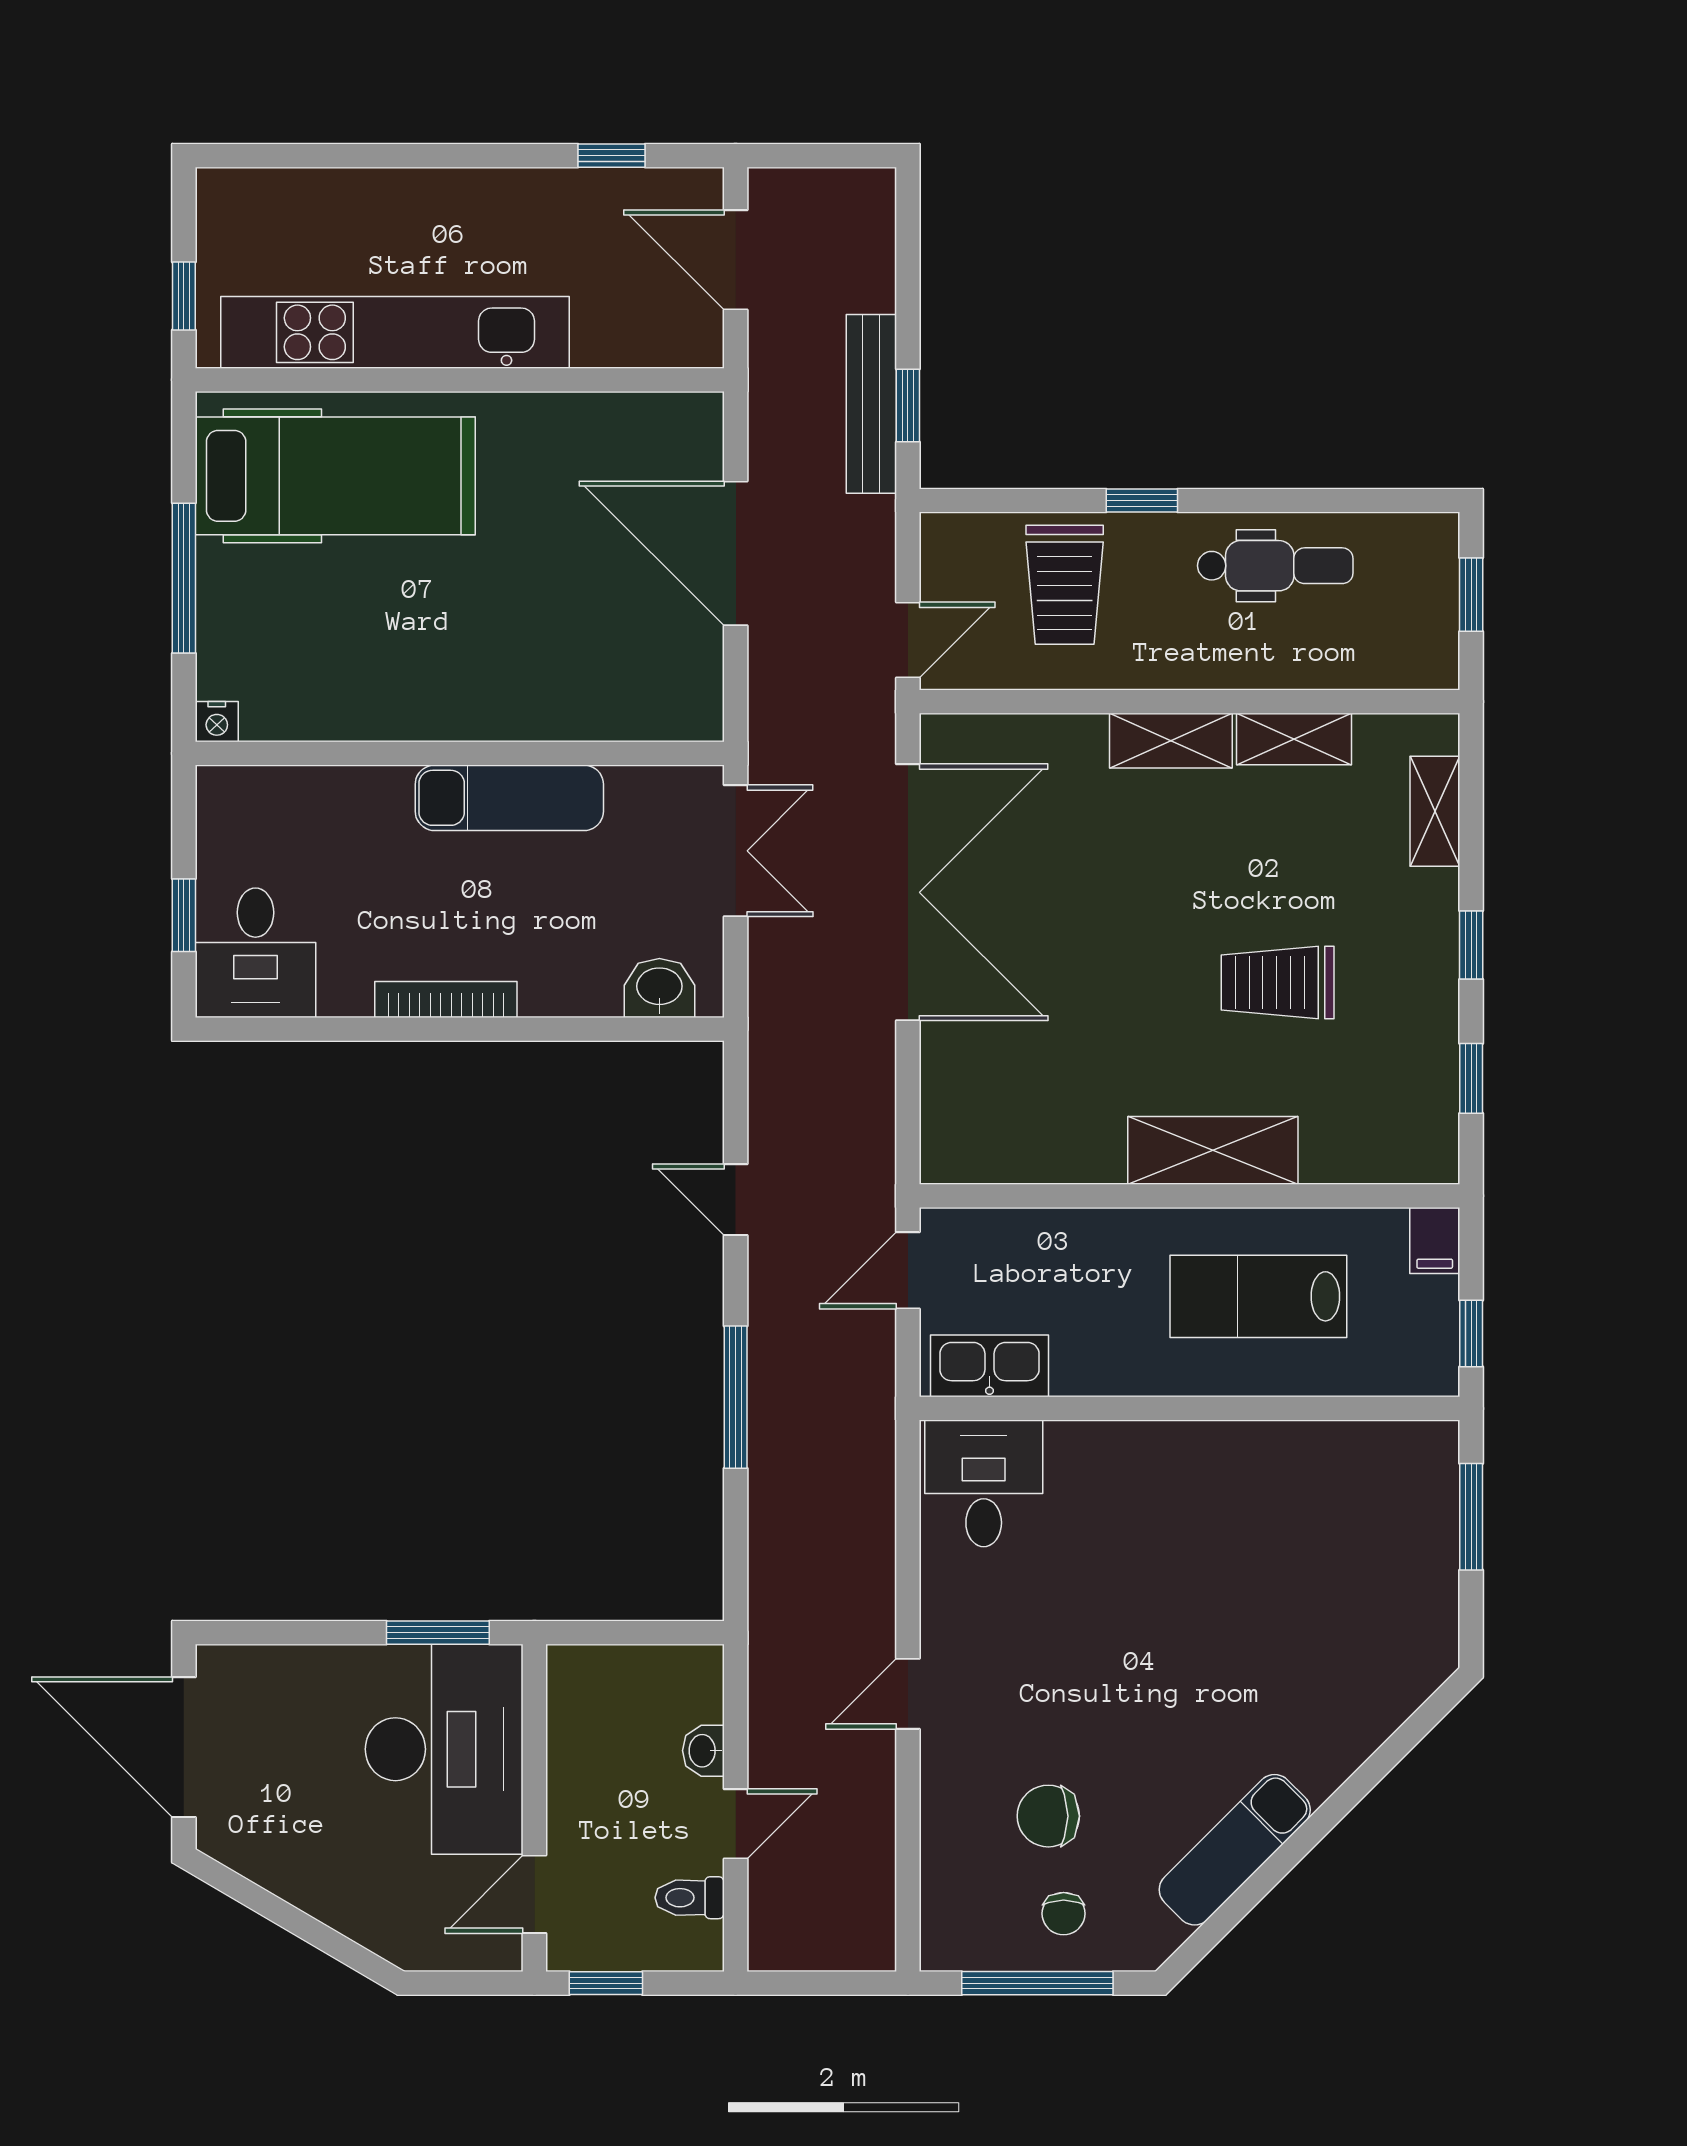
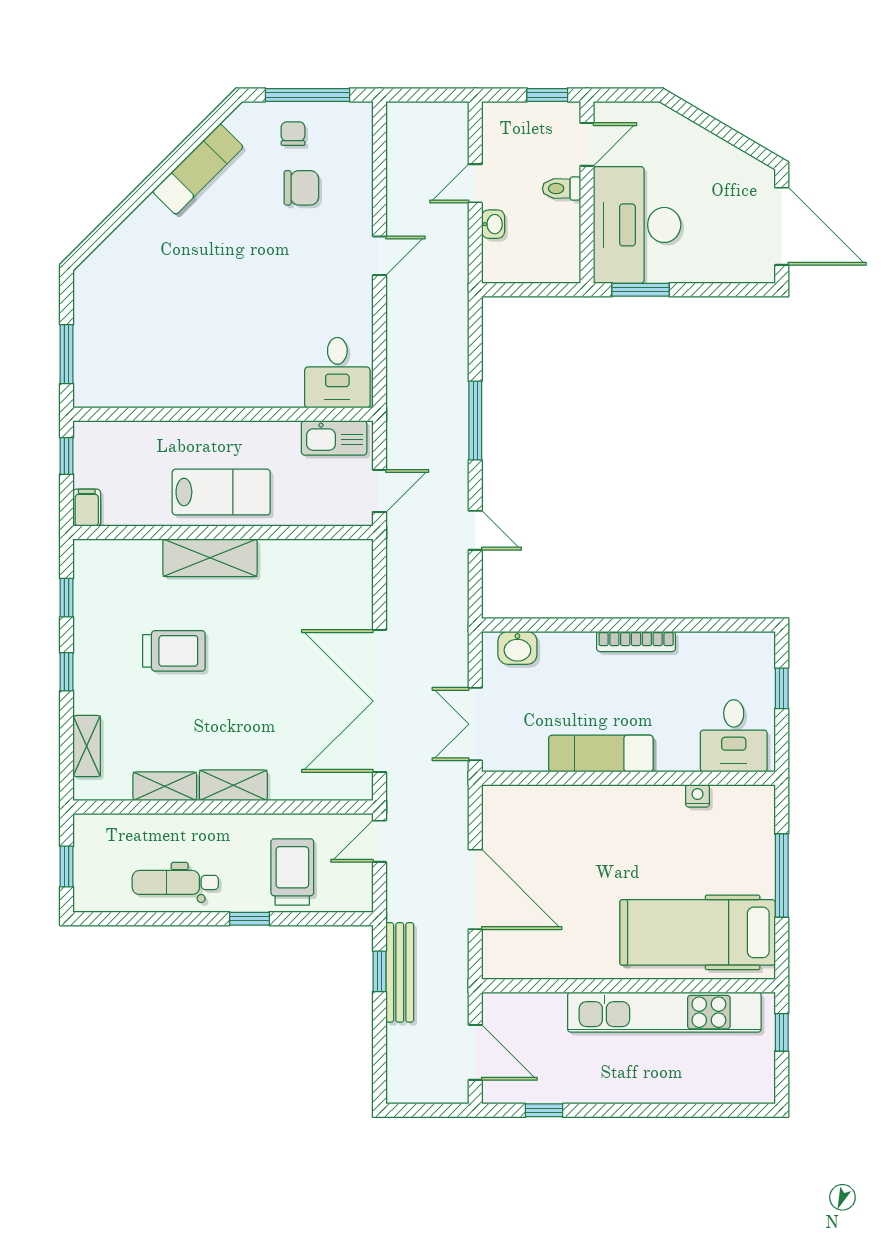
nightstand: (217, 722) -> (698, 796), moved
desk: (255, 953) -> (734, 736), moved, turned 180
lab bench: (1258, 1296) -> (221, 492), moved
toilet: (690, 1898) -> (561, 189), moved, turned 180

